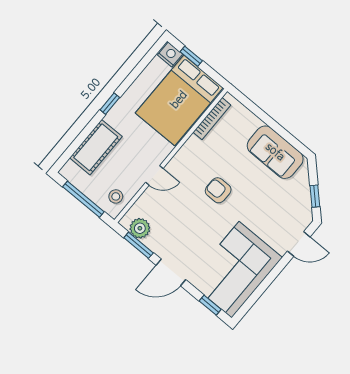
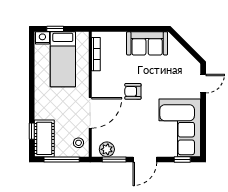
bed: (179, 100) -> (63, 59), width x0.67
window: (110, 104) -> (32, 131), moved
cot: (96, 147) -> (44, 138), moved
door: (154, 175) -> (90, 113), width x1.88
window: (315, 196) -> (190, 49), removed

